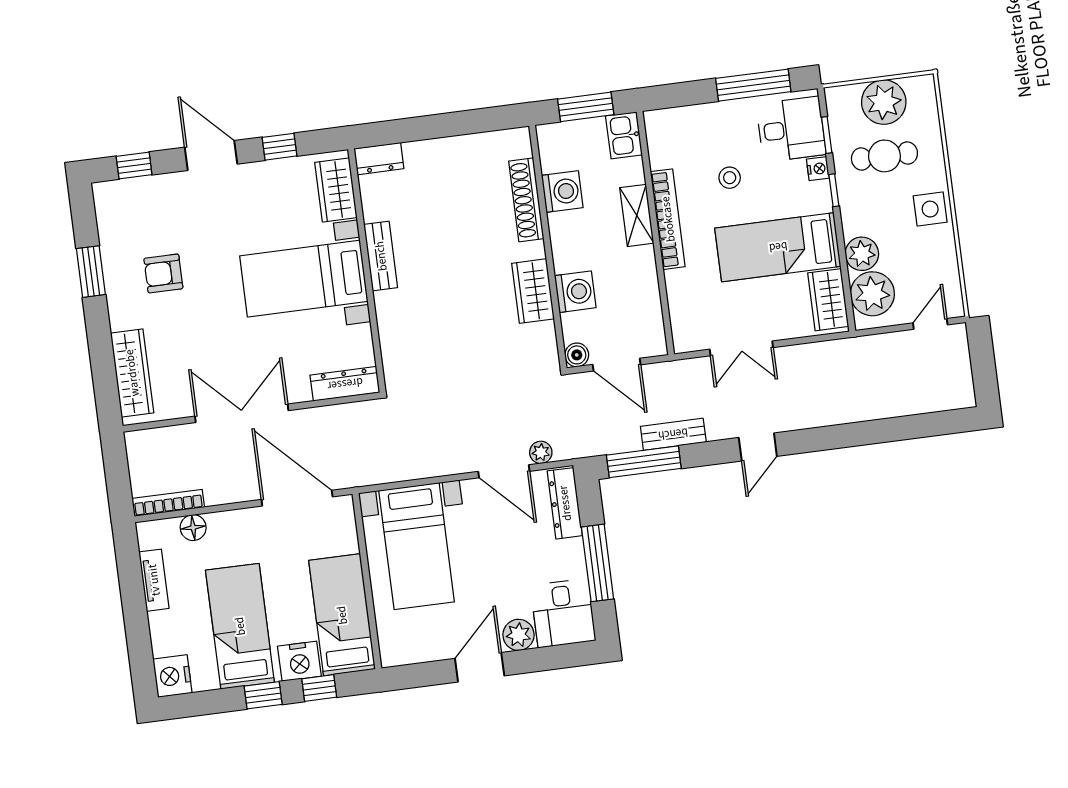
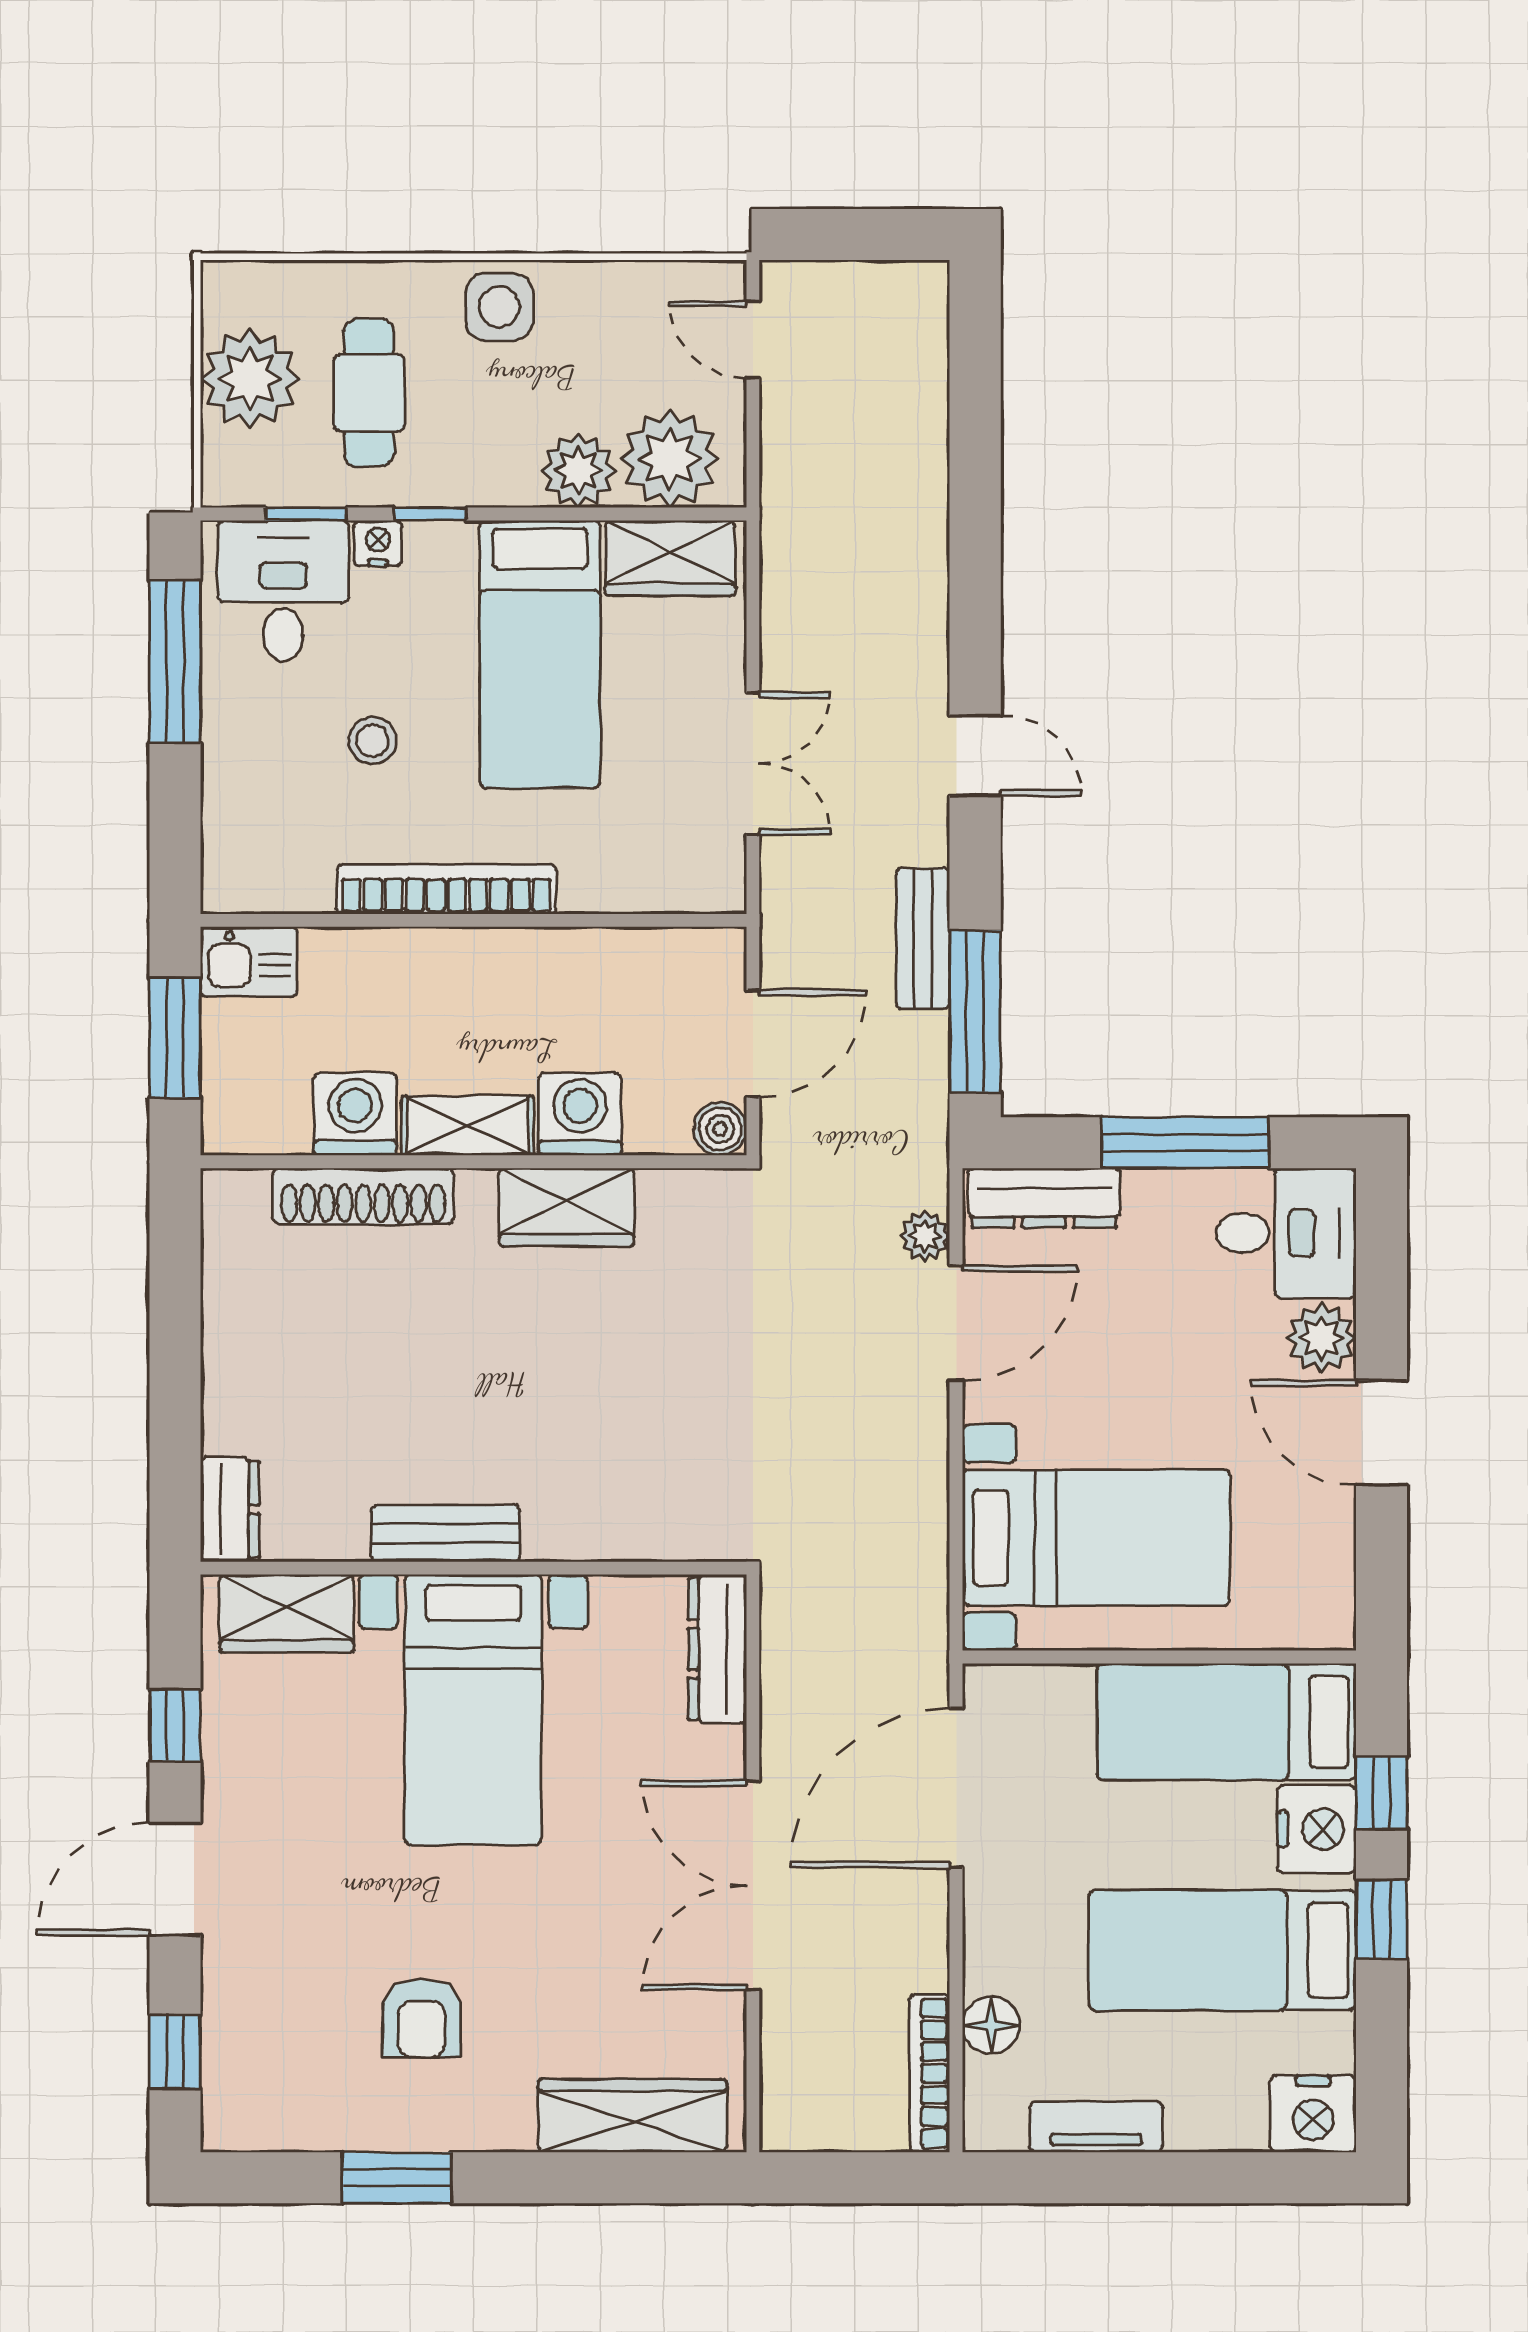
shelving: (637, 215) -> (468, 1126), moved

